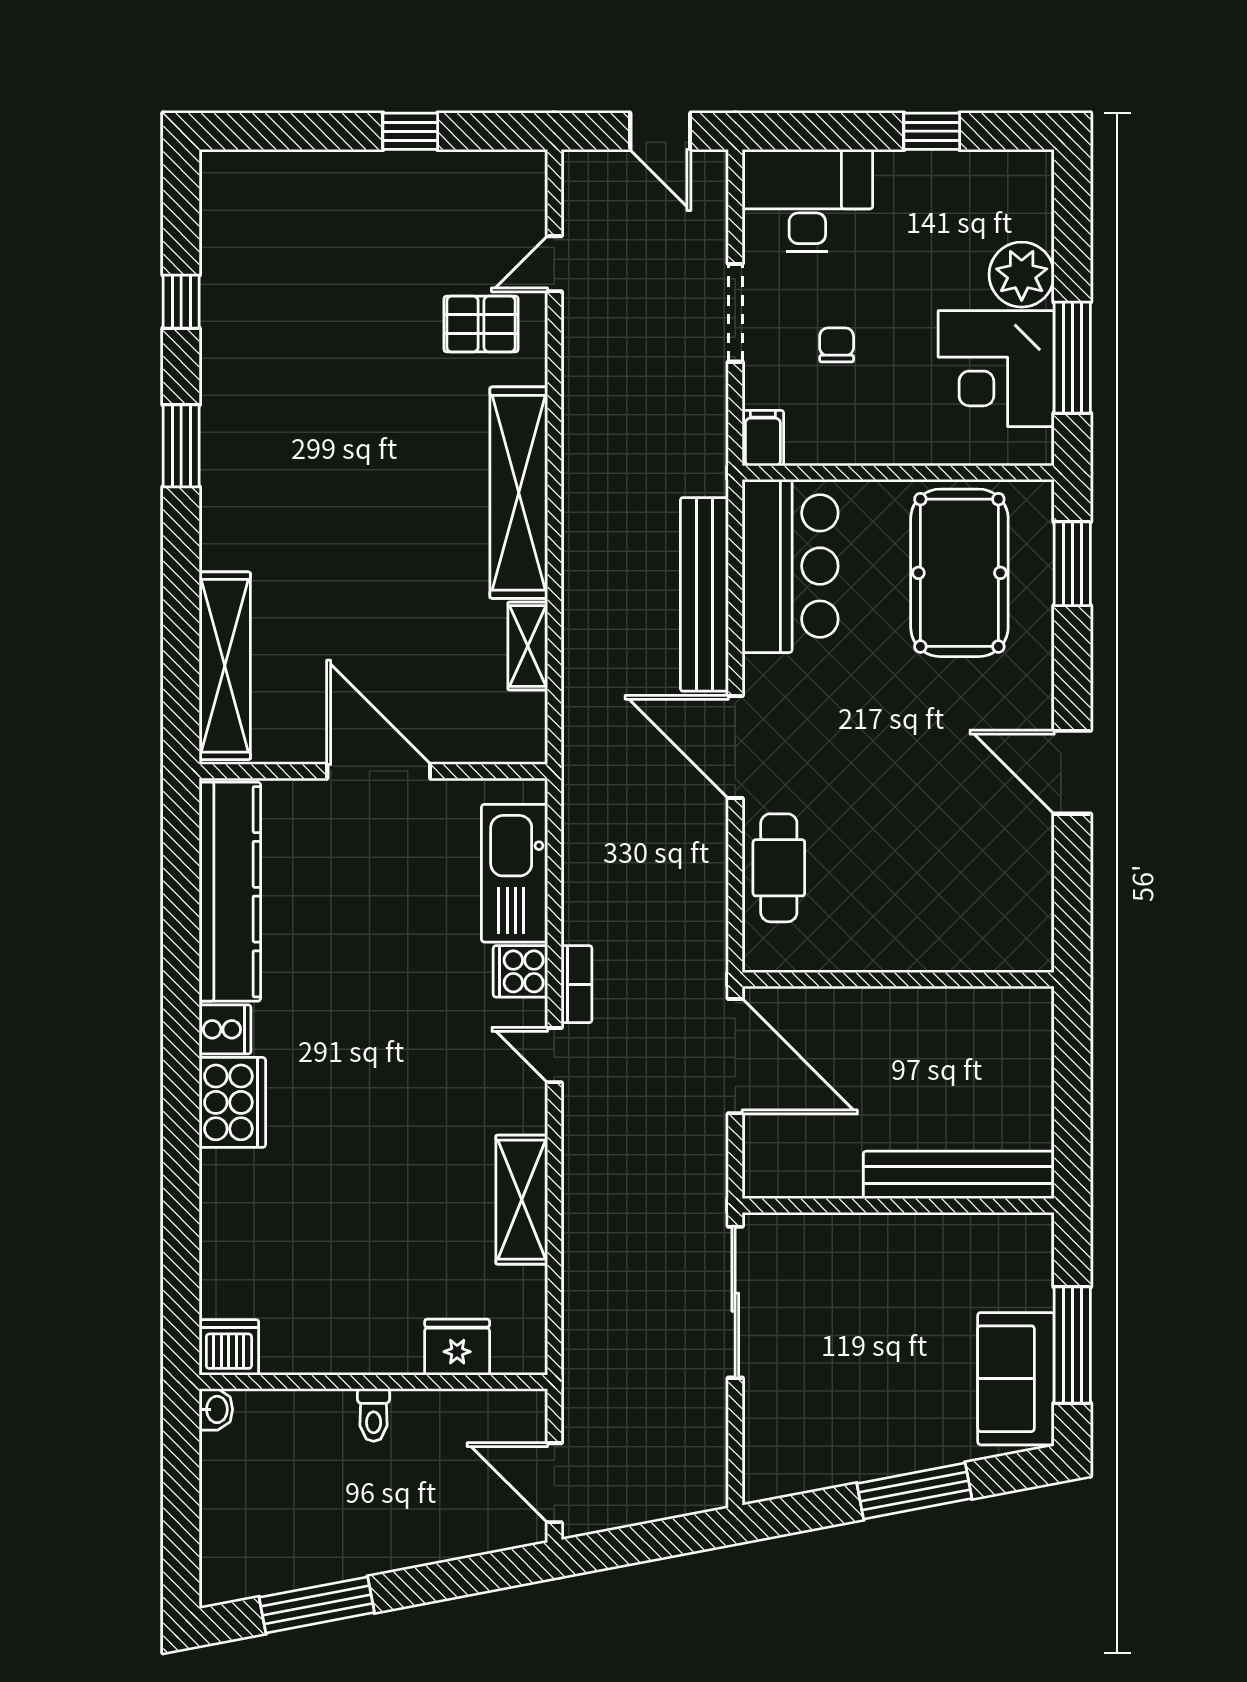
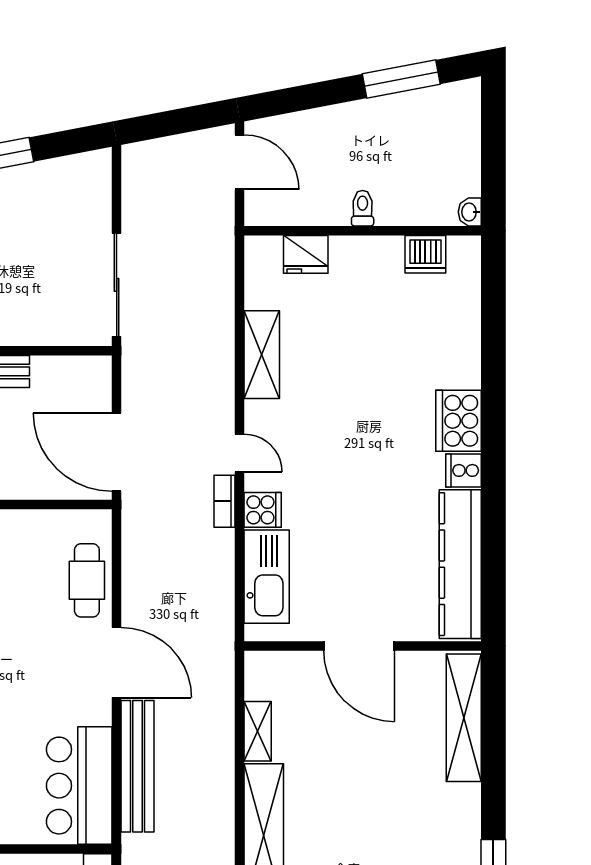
dishwasher: (229, 1347) -> (425, 254), moved

